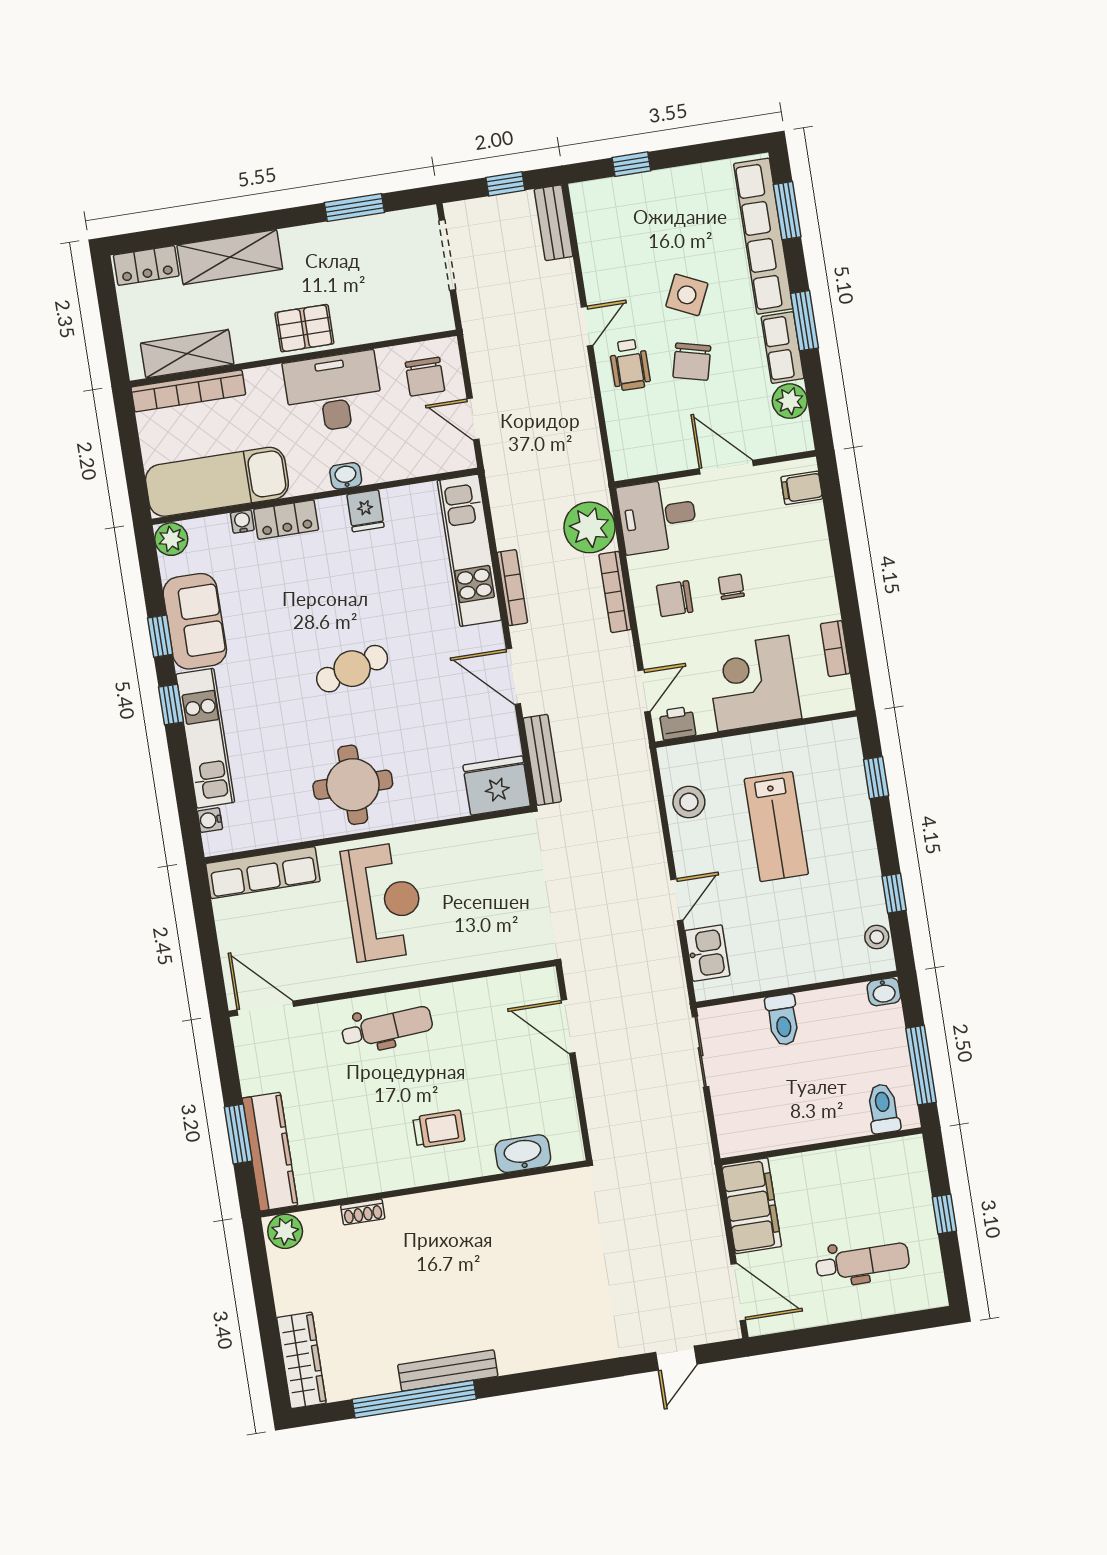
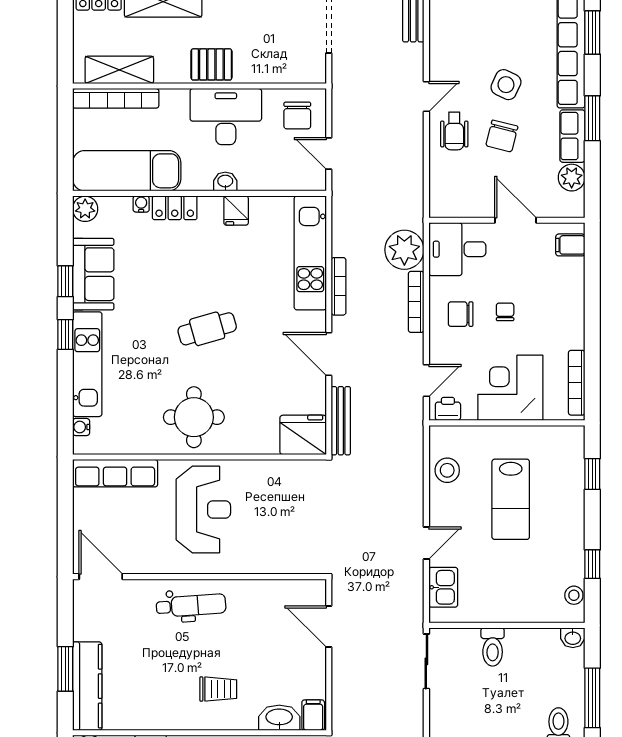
bookcase: (835, 649) -> (577, 383), width x1.56
filing cabinet: (566, 1143) -> (313, 715), added

